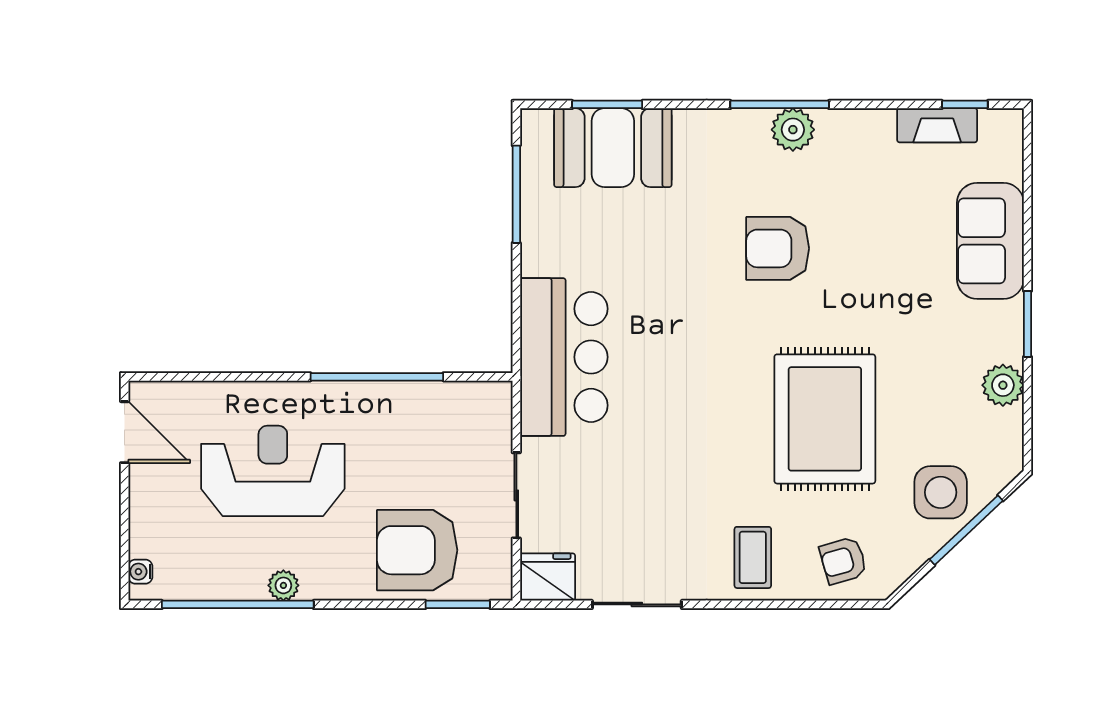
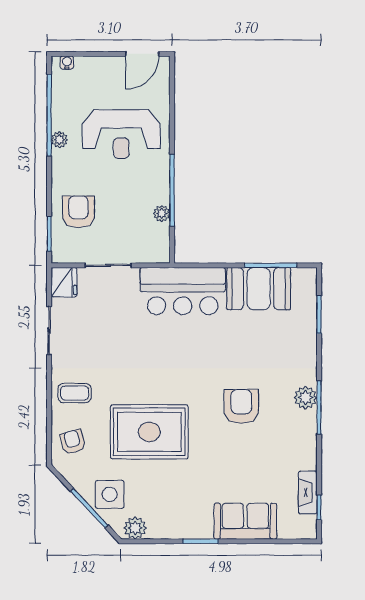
plant: (793, 130) -> (305, 398), moved
booth: (613, 148) -> (259, 289), moved, turned 90
plant: (1003, 385) -> (135, 528), moved
plant: (420, 396) -> (162, 213), added
reception desk: (273, 471) -> (121, 134), turned 90
armchair: (417, 550) -> (78, 212), width x0.73, depth x0.73

